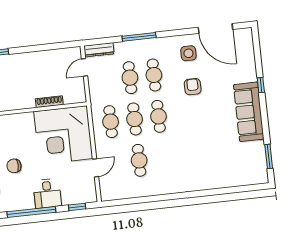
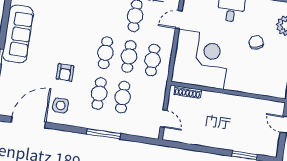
door: (215, 28) -> (28, 122), hinge flipped
dresser: (99, 50) -> (145, 132), removed
door: (84, 67) -> (164, 119), hinge flipped
shoe rack: (49, 102) -> (188, 92), moved
chair: (14, 166) -> (256, 43), turned -108

